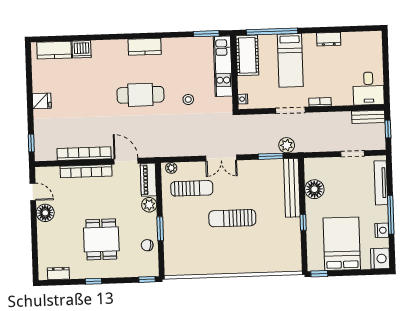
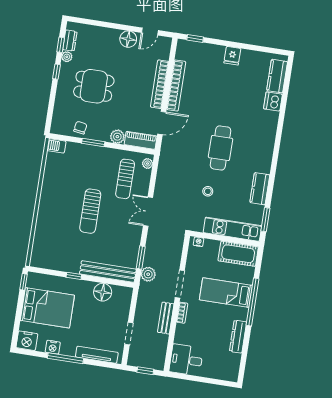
window: (272, 32) -> (252, 302), moved
dresser: (329, 39) -> (238, 337), width x1.44
kitchen counter: (145, 47) -> (260, 189), moved
bench: (368, 117) -> (166, 318), moved
sun lounger: (232, 218) -> (90, 211), turned 180
barbecue: (171, 267) -> (56, 146), added
plant: (76, 273) -> (67, 57), added
window: (147, 279) -> (61, 45), moved

